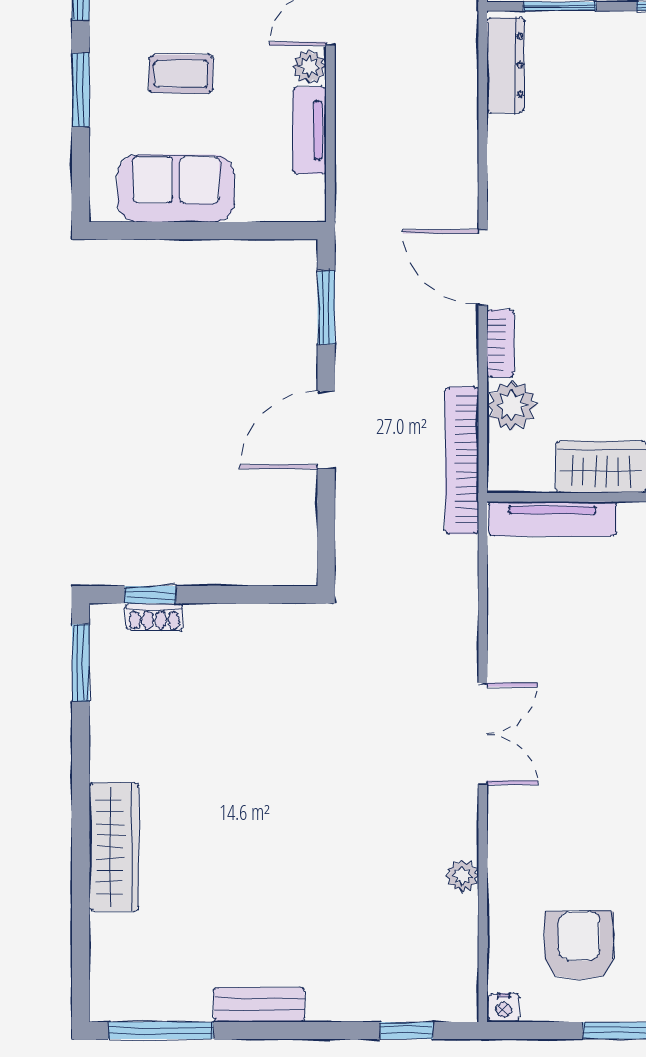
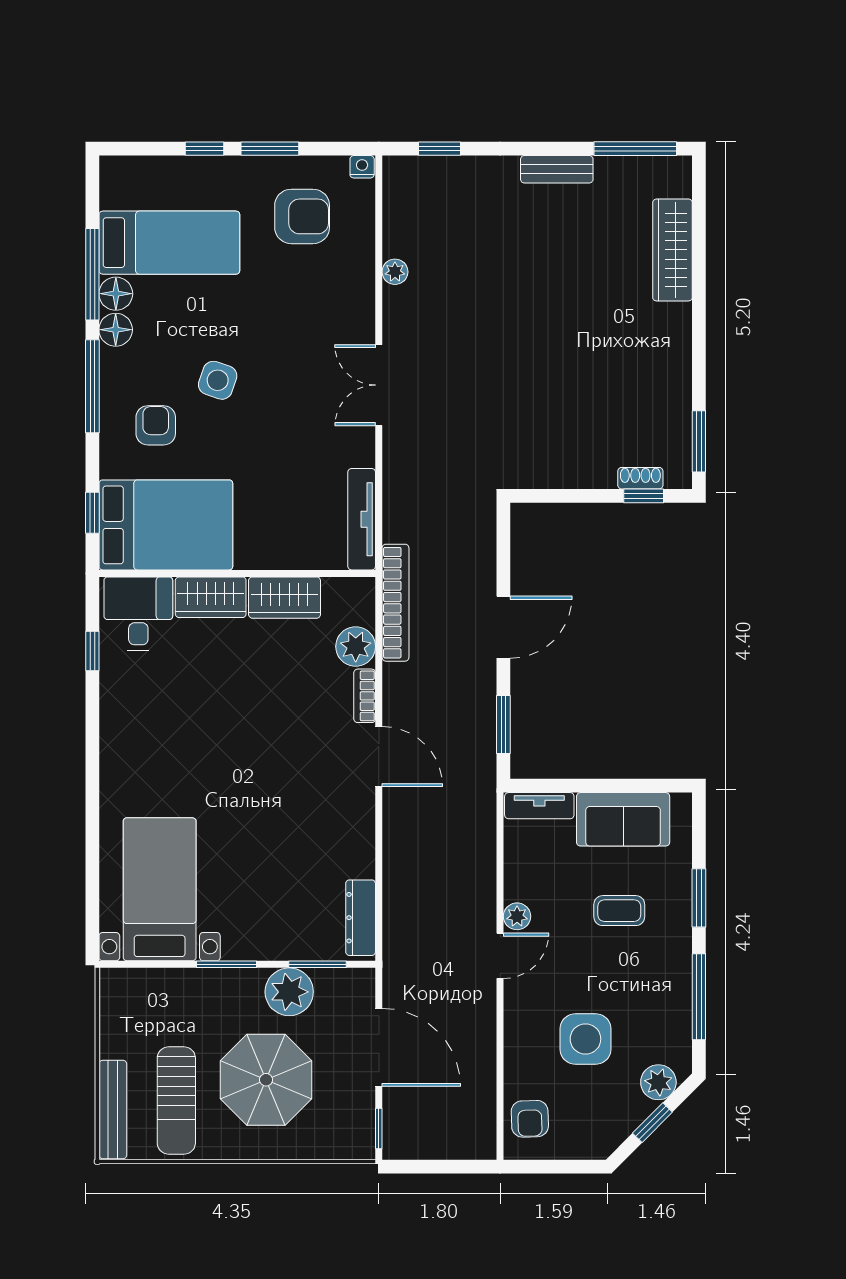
tv unit: (310, 130) -> (539, 806), moved, turned 90
tv unit: (552, 519) -> (362, 519), moved, turned -90
wardrobe: (114, 847) -> (672, 250), moved
armchair: (579, 945) -> (302, 216), turned -90

